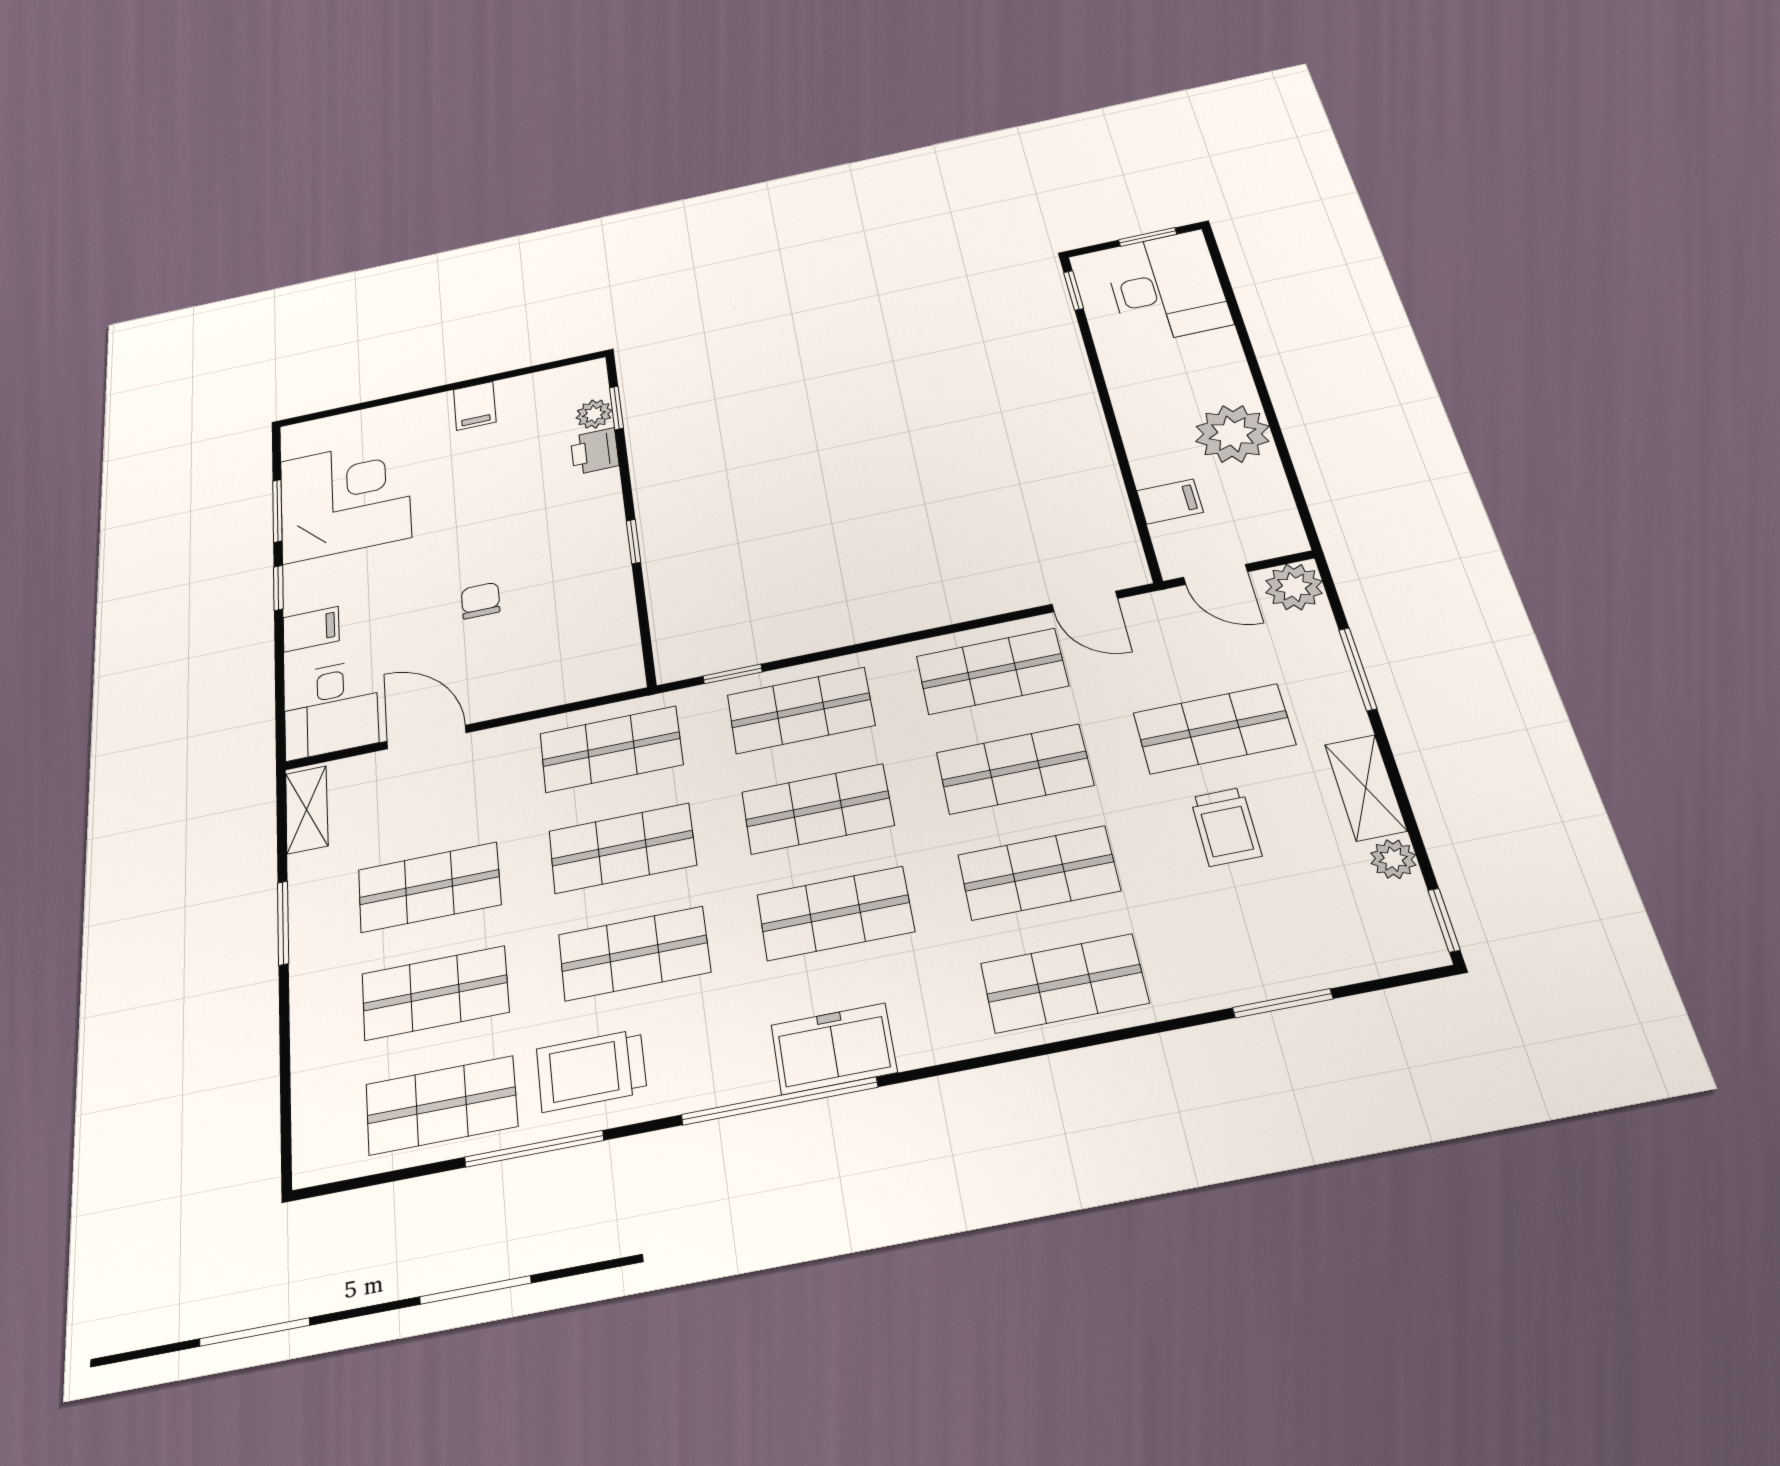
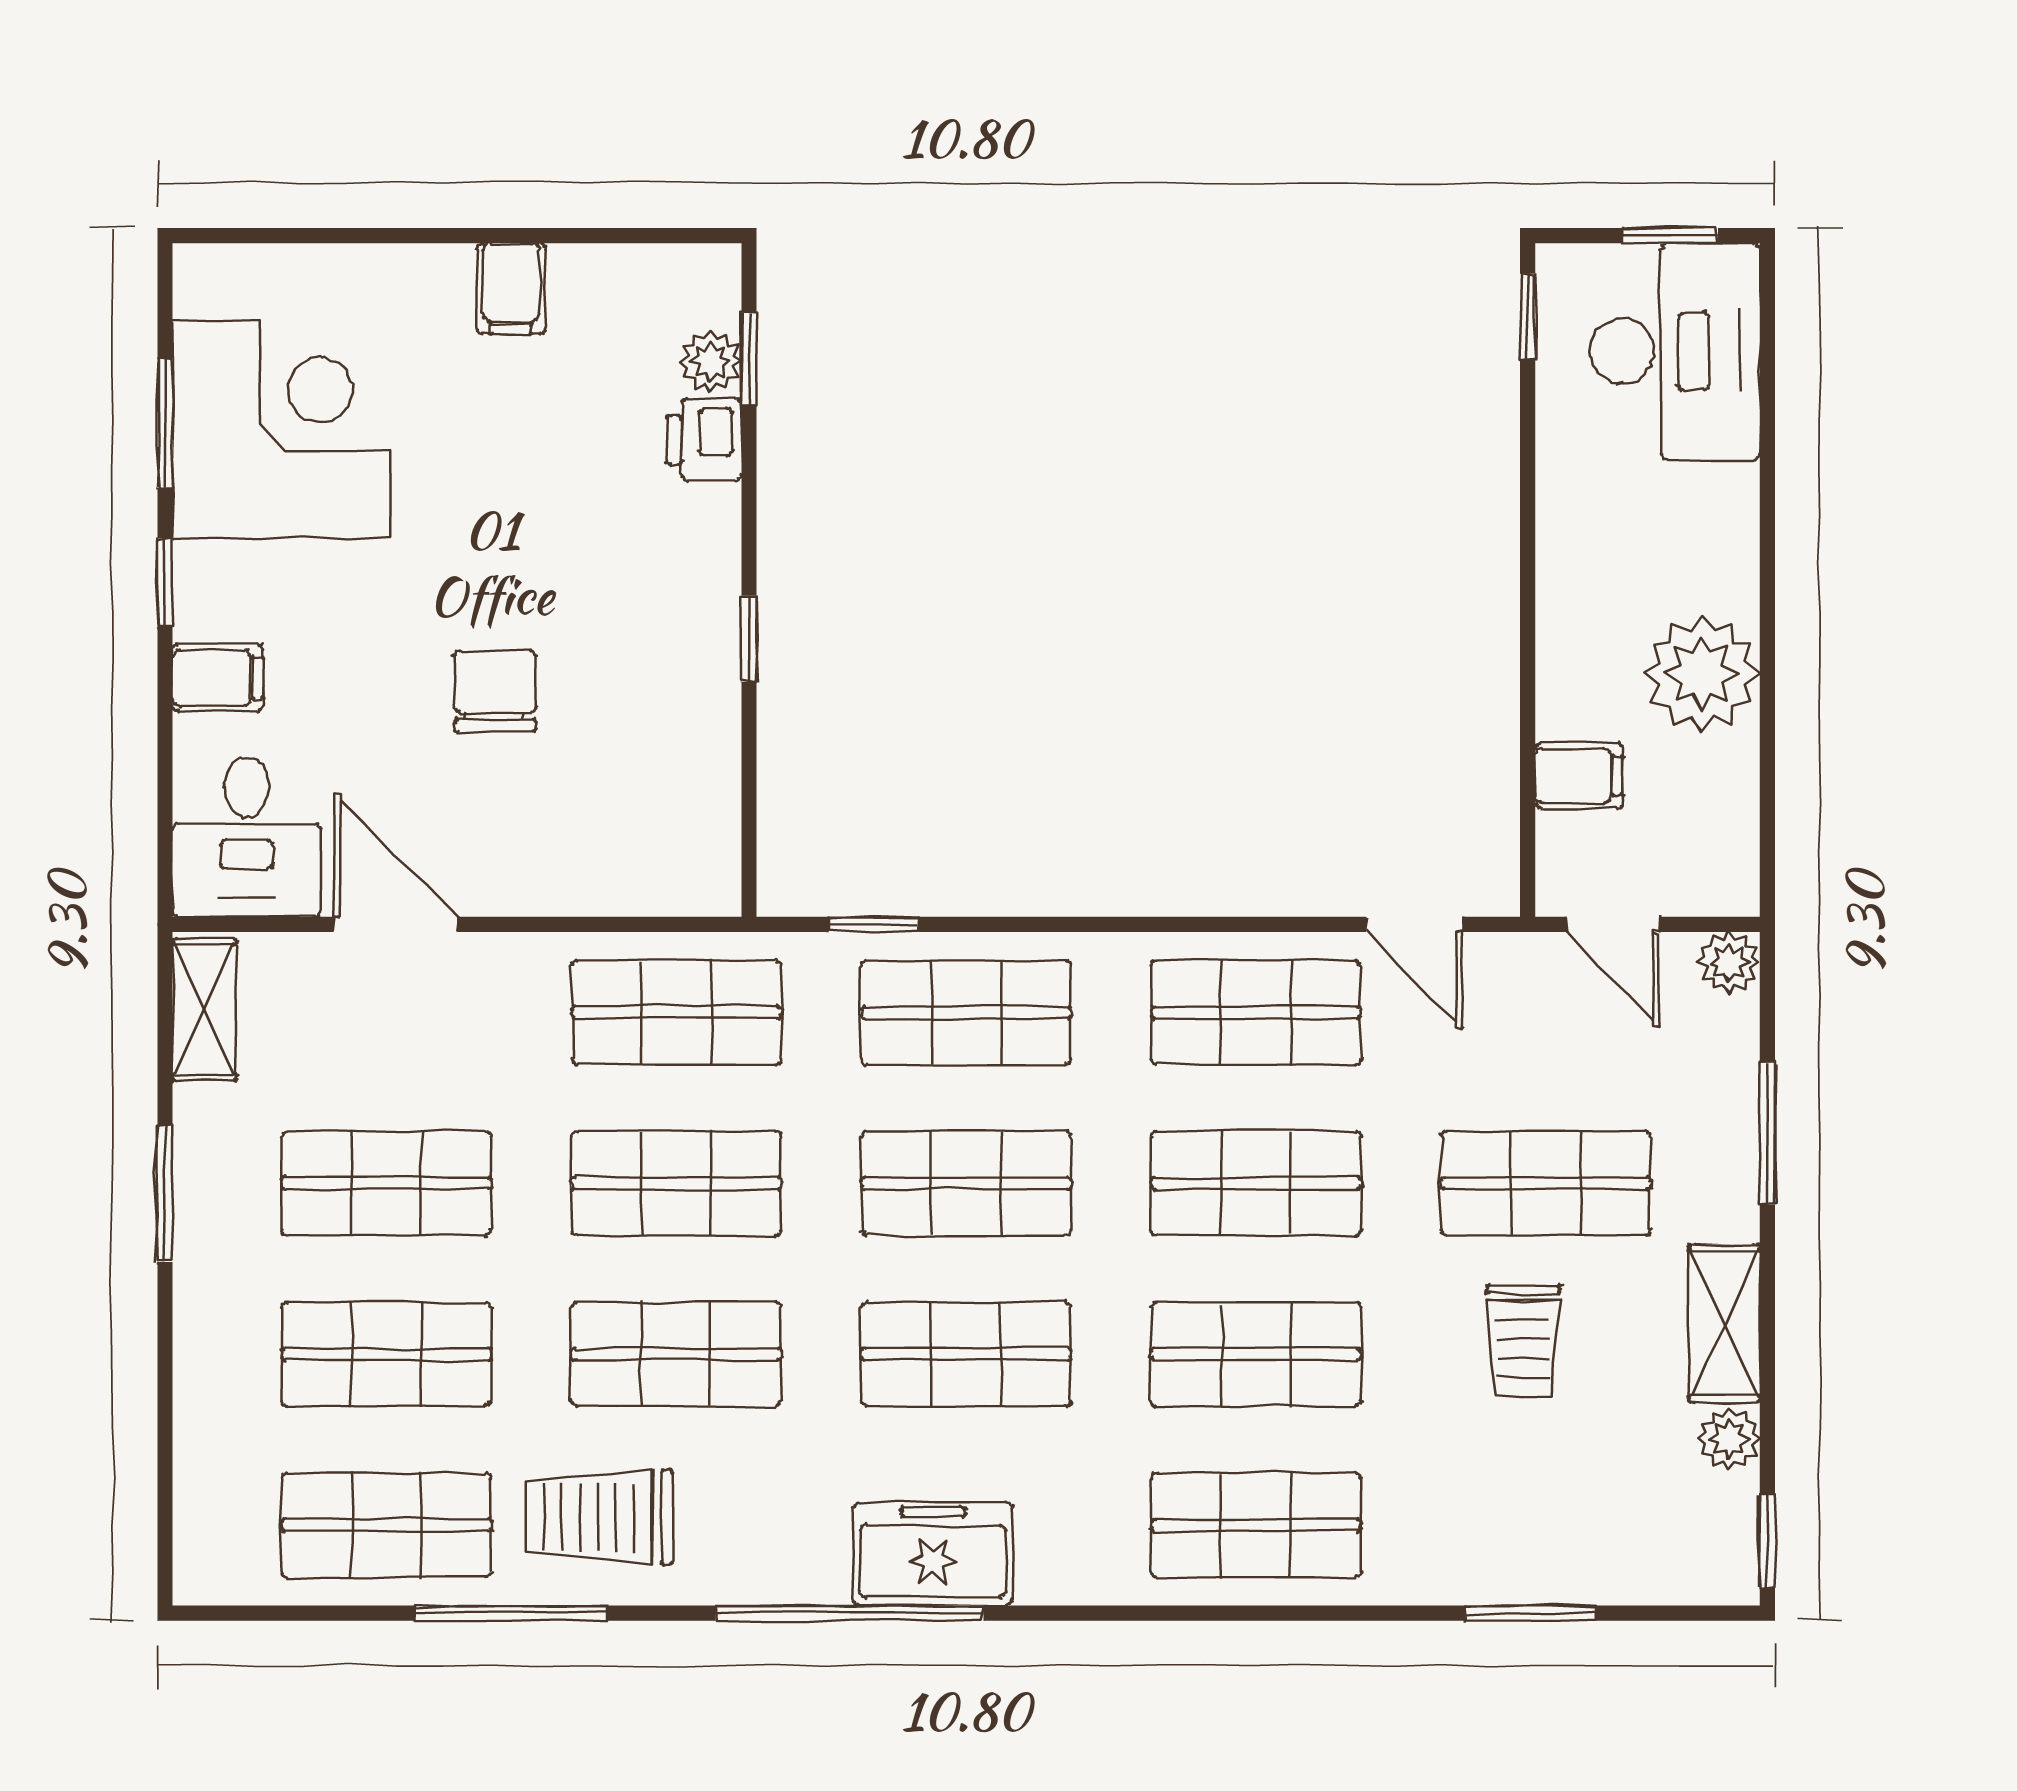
plant: (1294, 587) -> (1729, 963), width x0.73, depth x0.73
chair: (481, 601) -> (495, 691), width x1.37, depth x1.37

